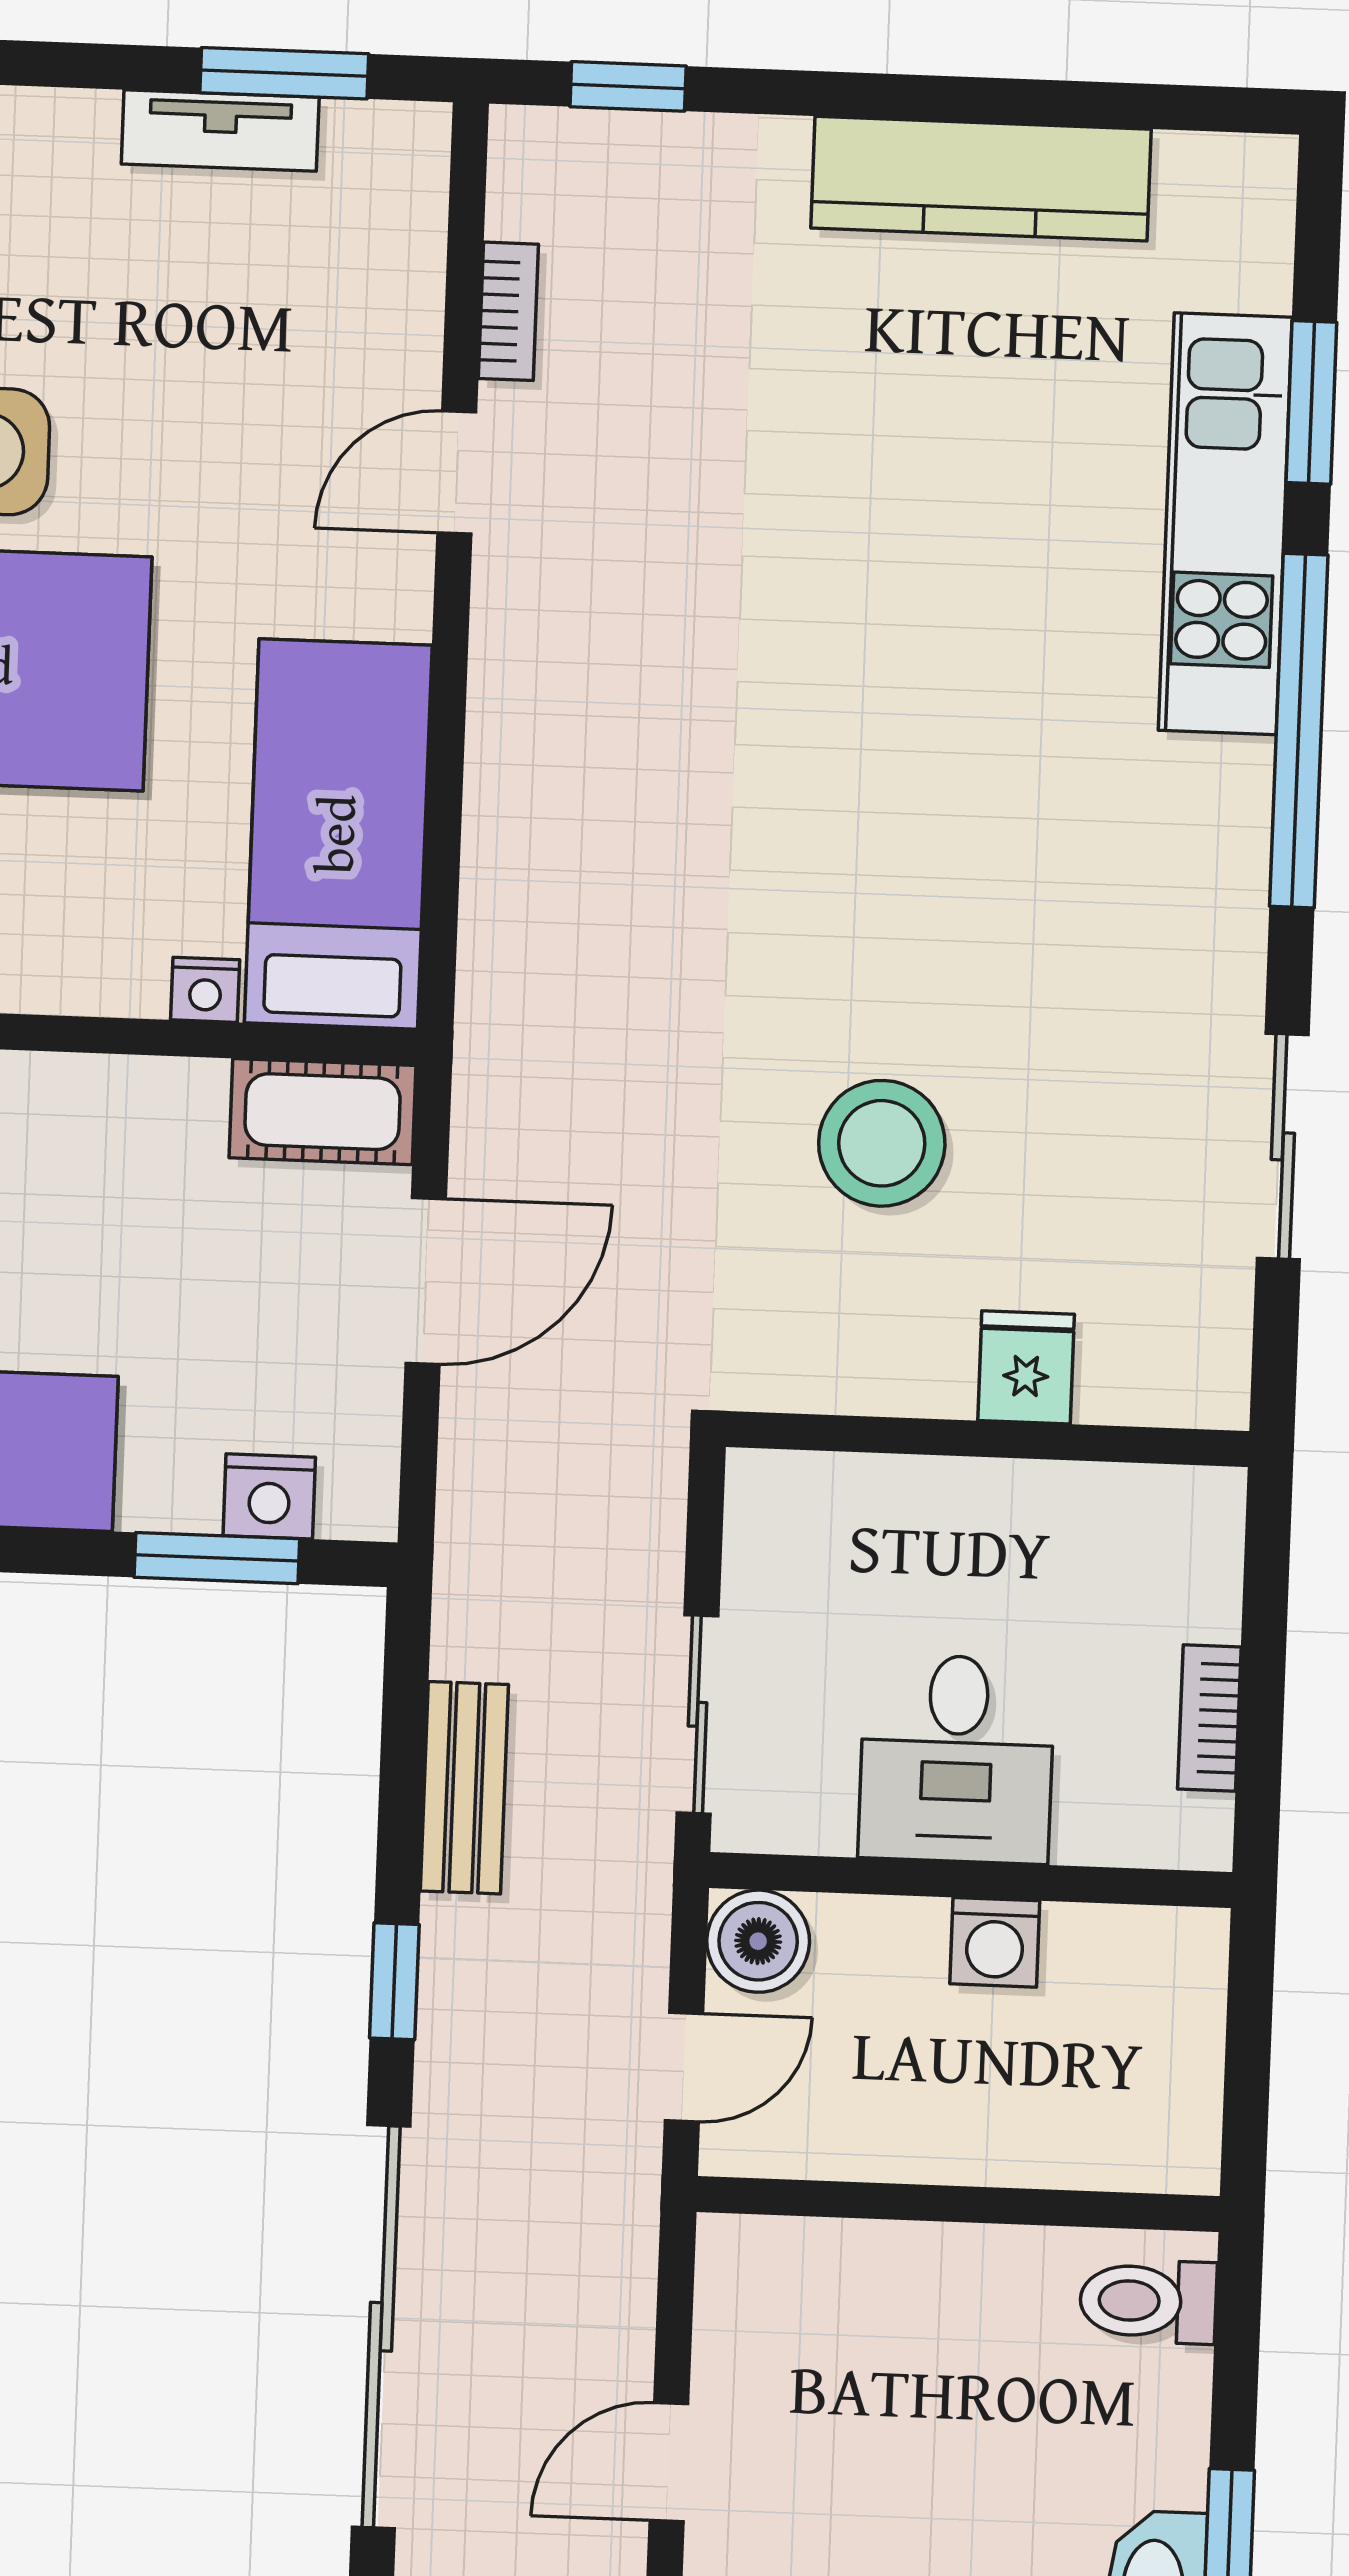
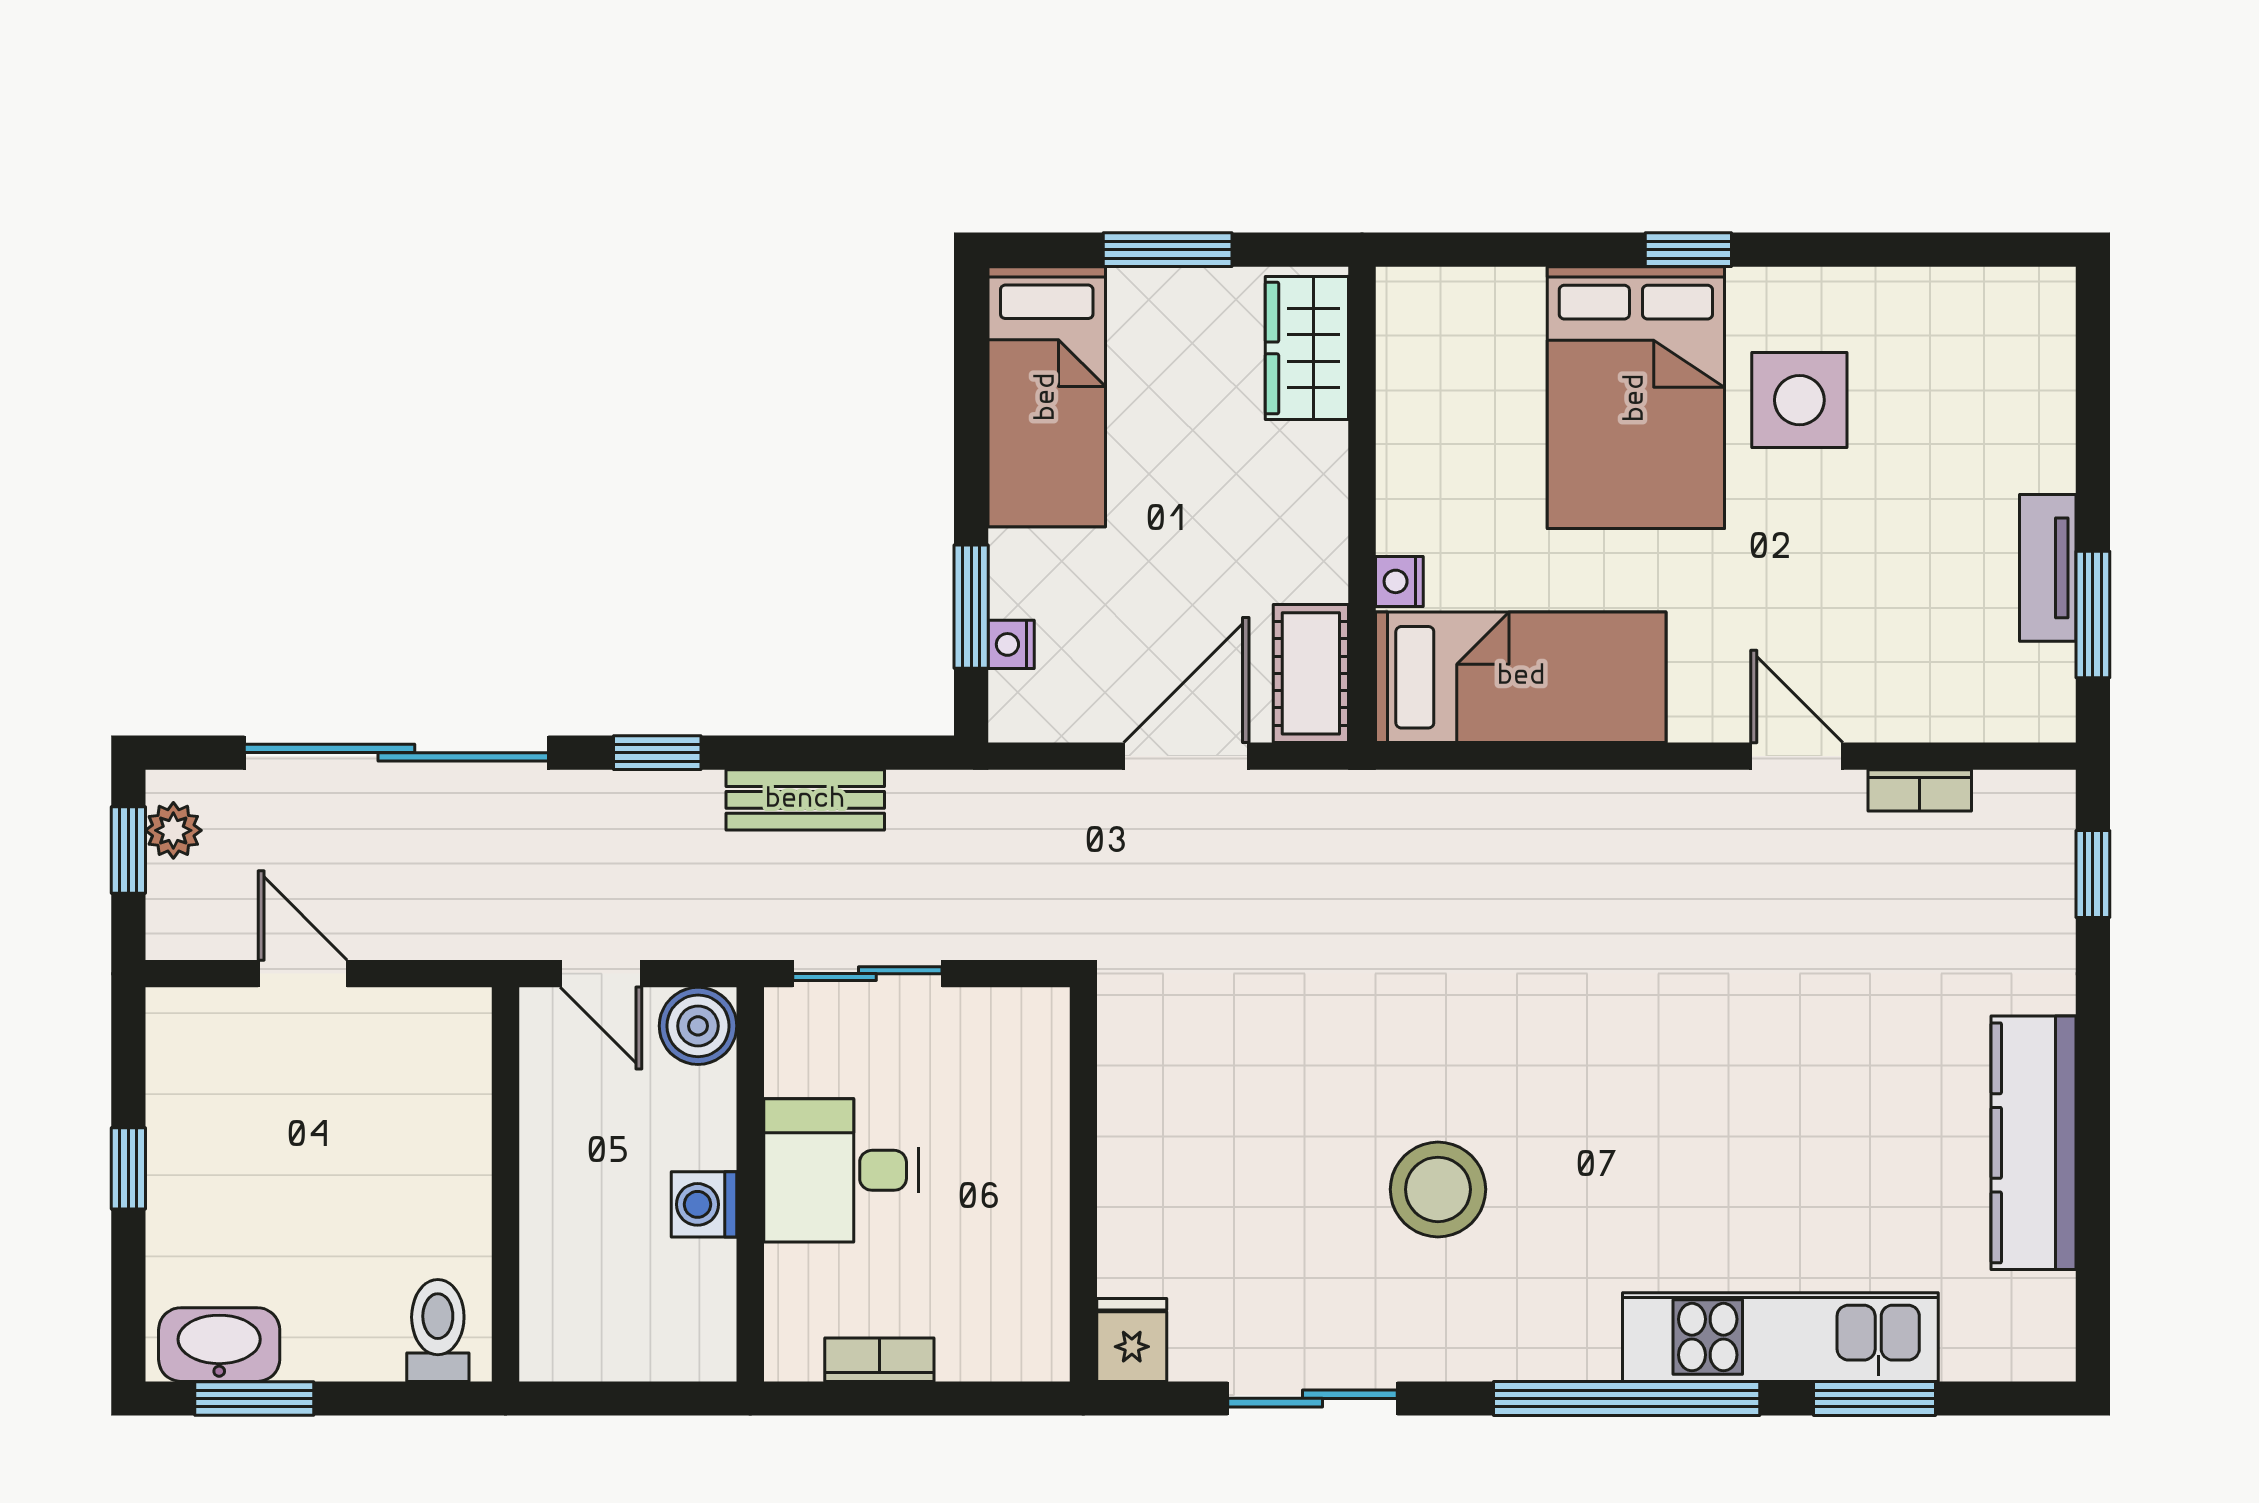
stool: (882, 1143) -> (1438, 1189), moved
door: (426, 1281) -> (1186, 756), swing flipped
fridge: (1026, 1367) -> (1132, 1340), moved, turned -90
nightstand: (269, 1496) -> (1011, 644), width x0.72, depth x0.74

